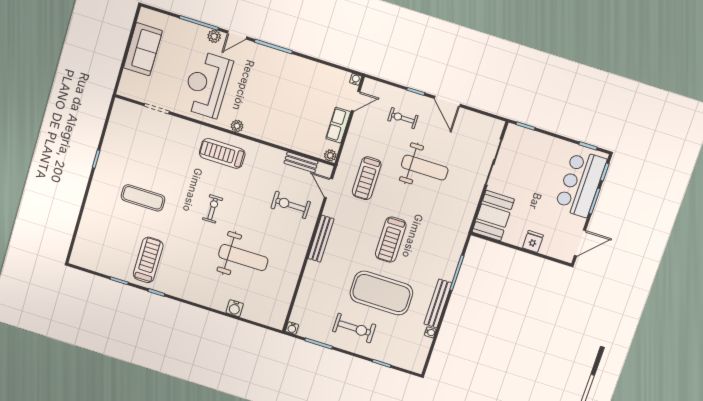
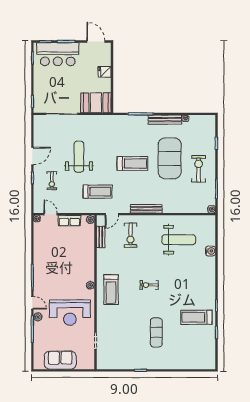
weight bench: (243, 257) -> (179, 240), moved, turned 90

